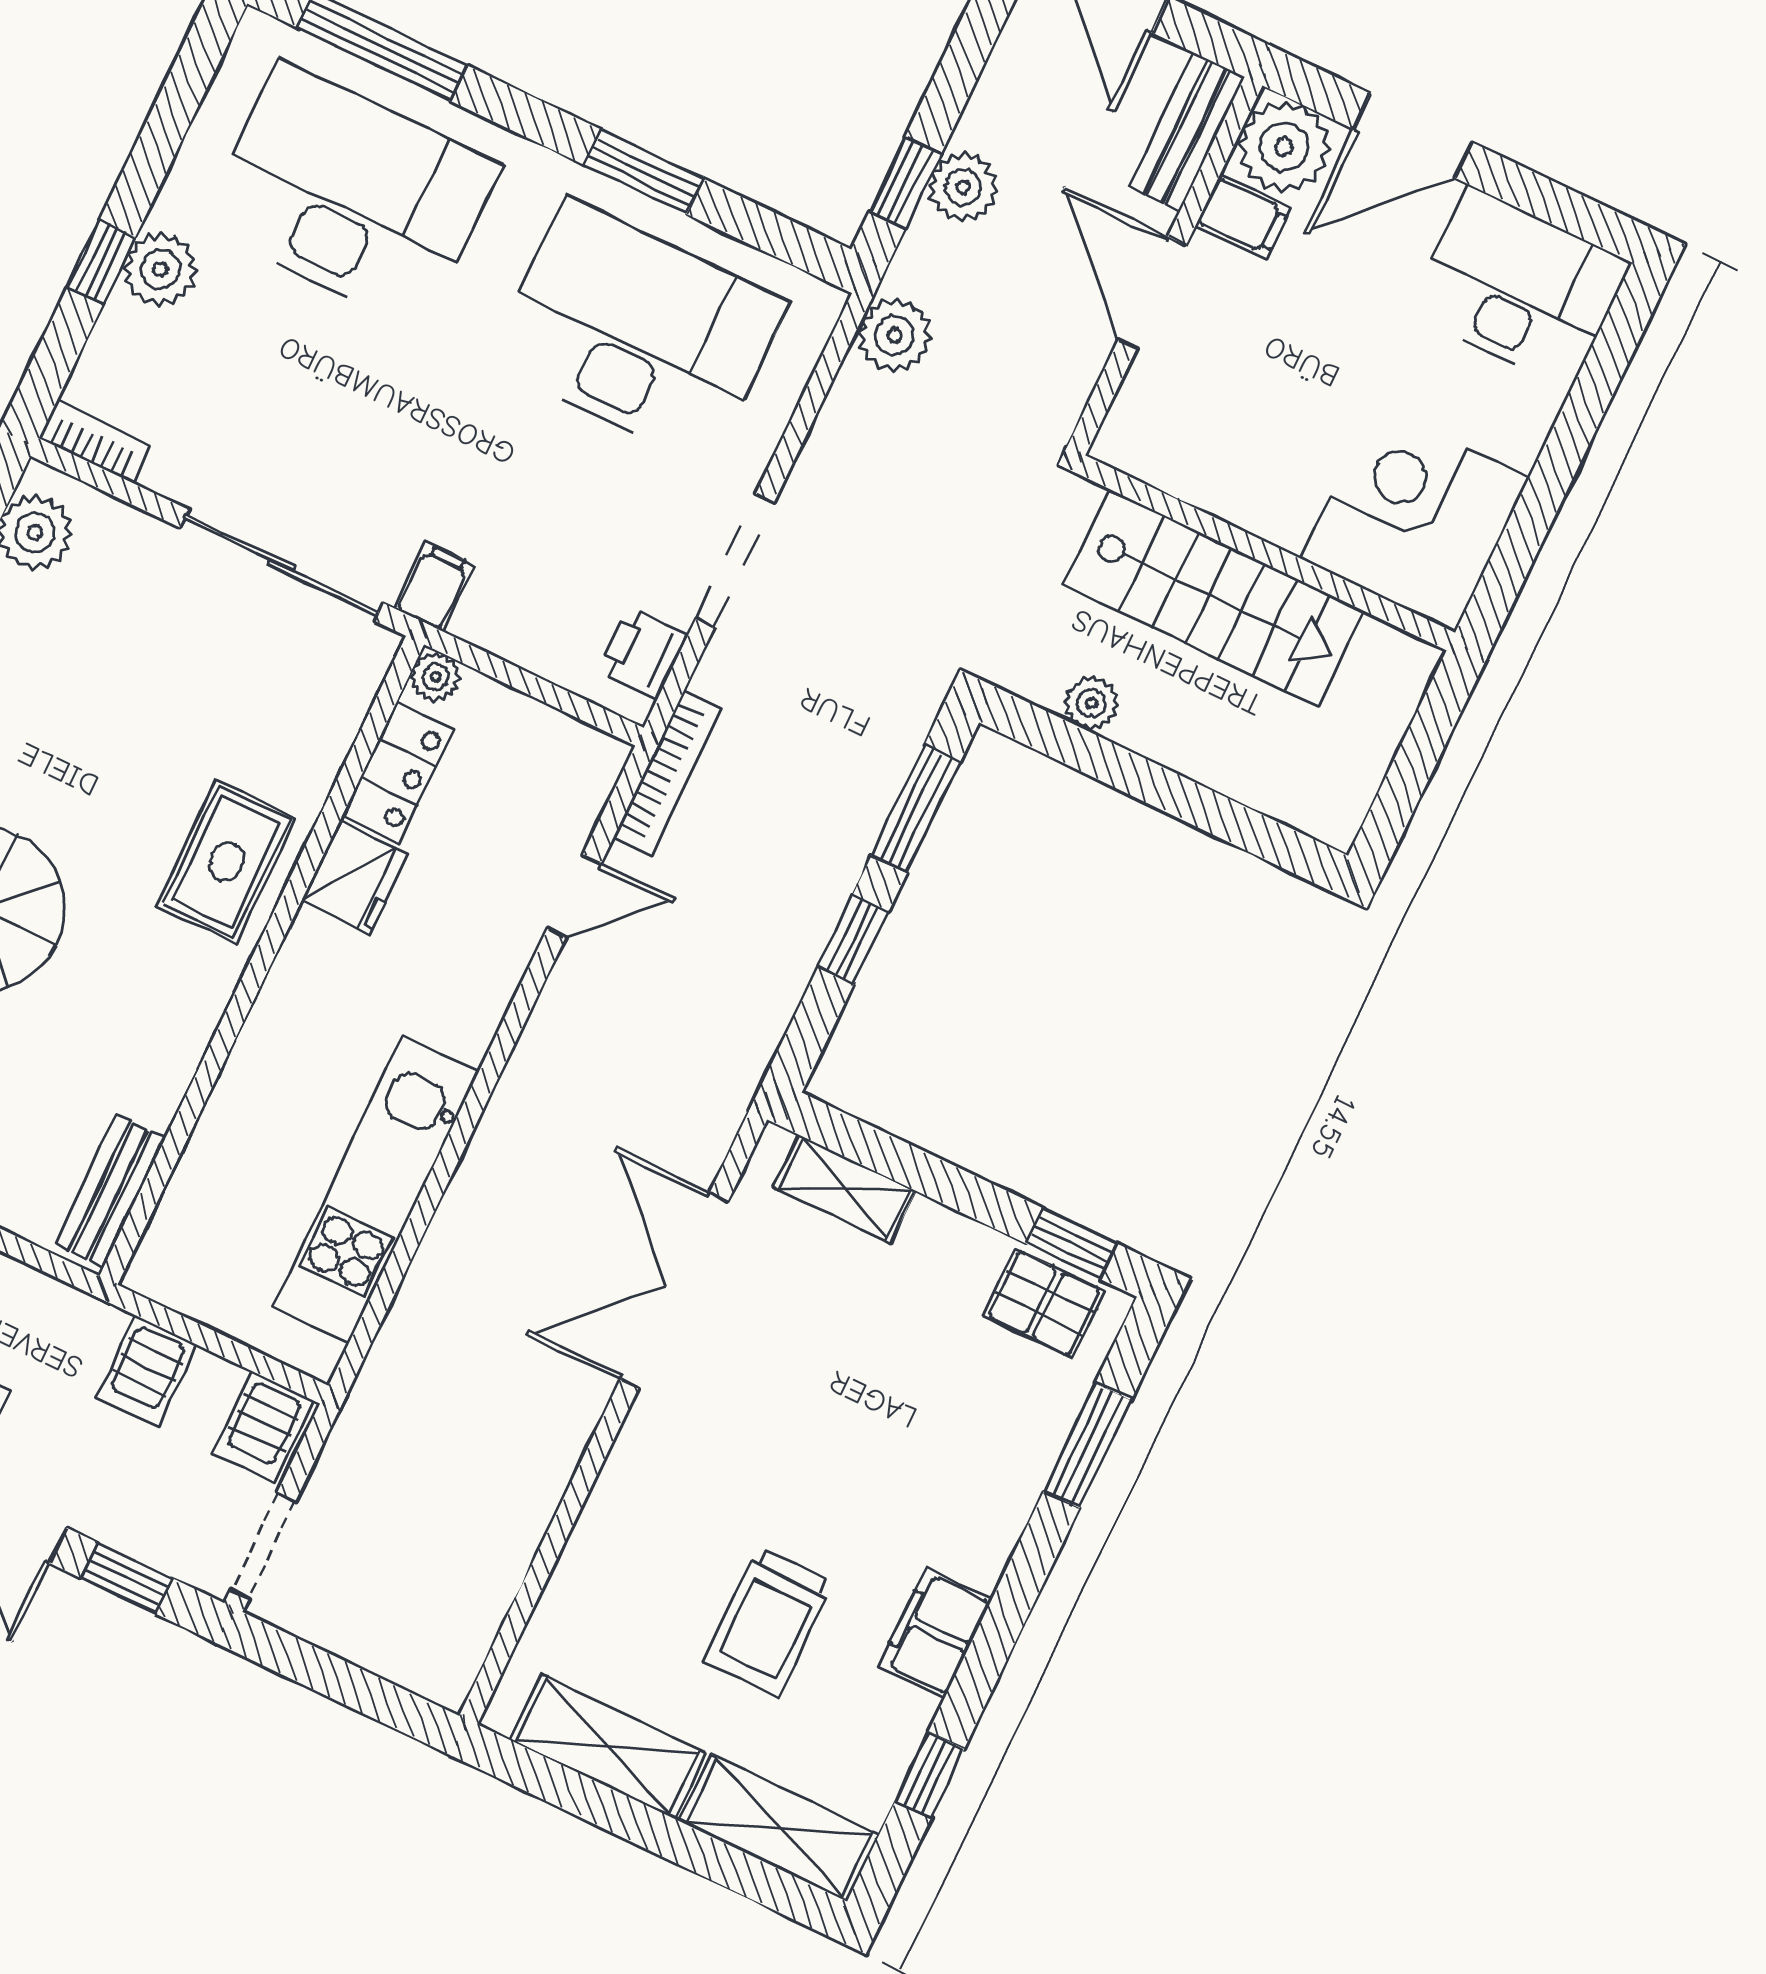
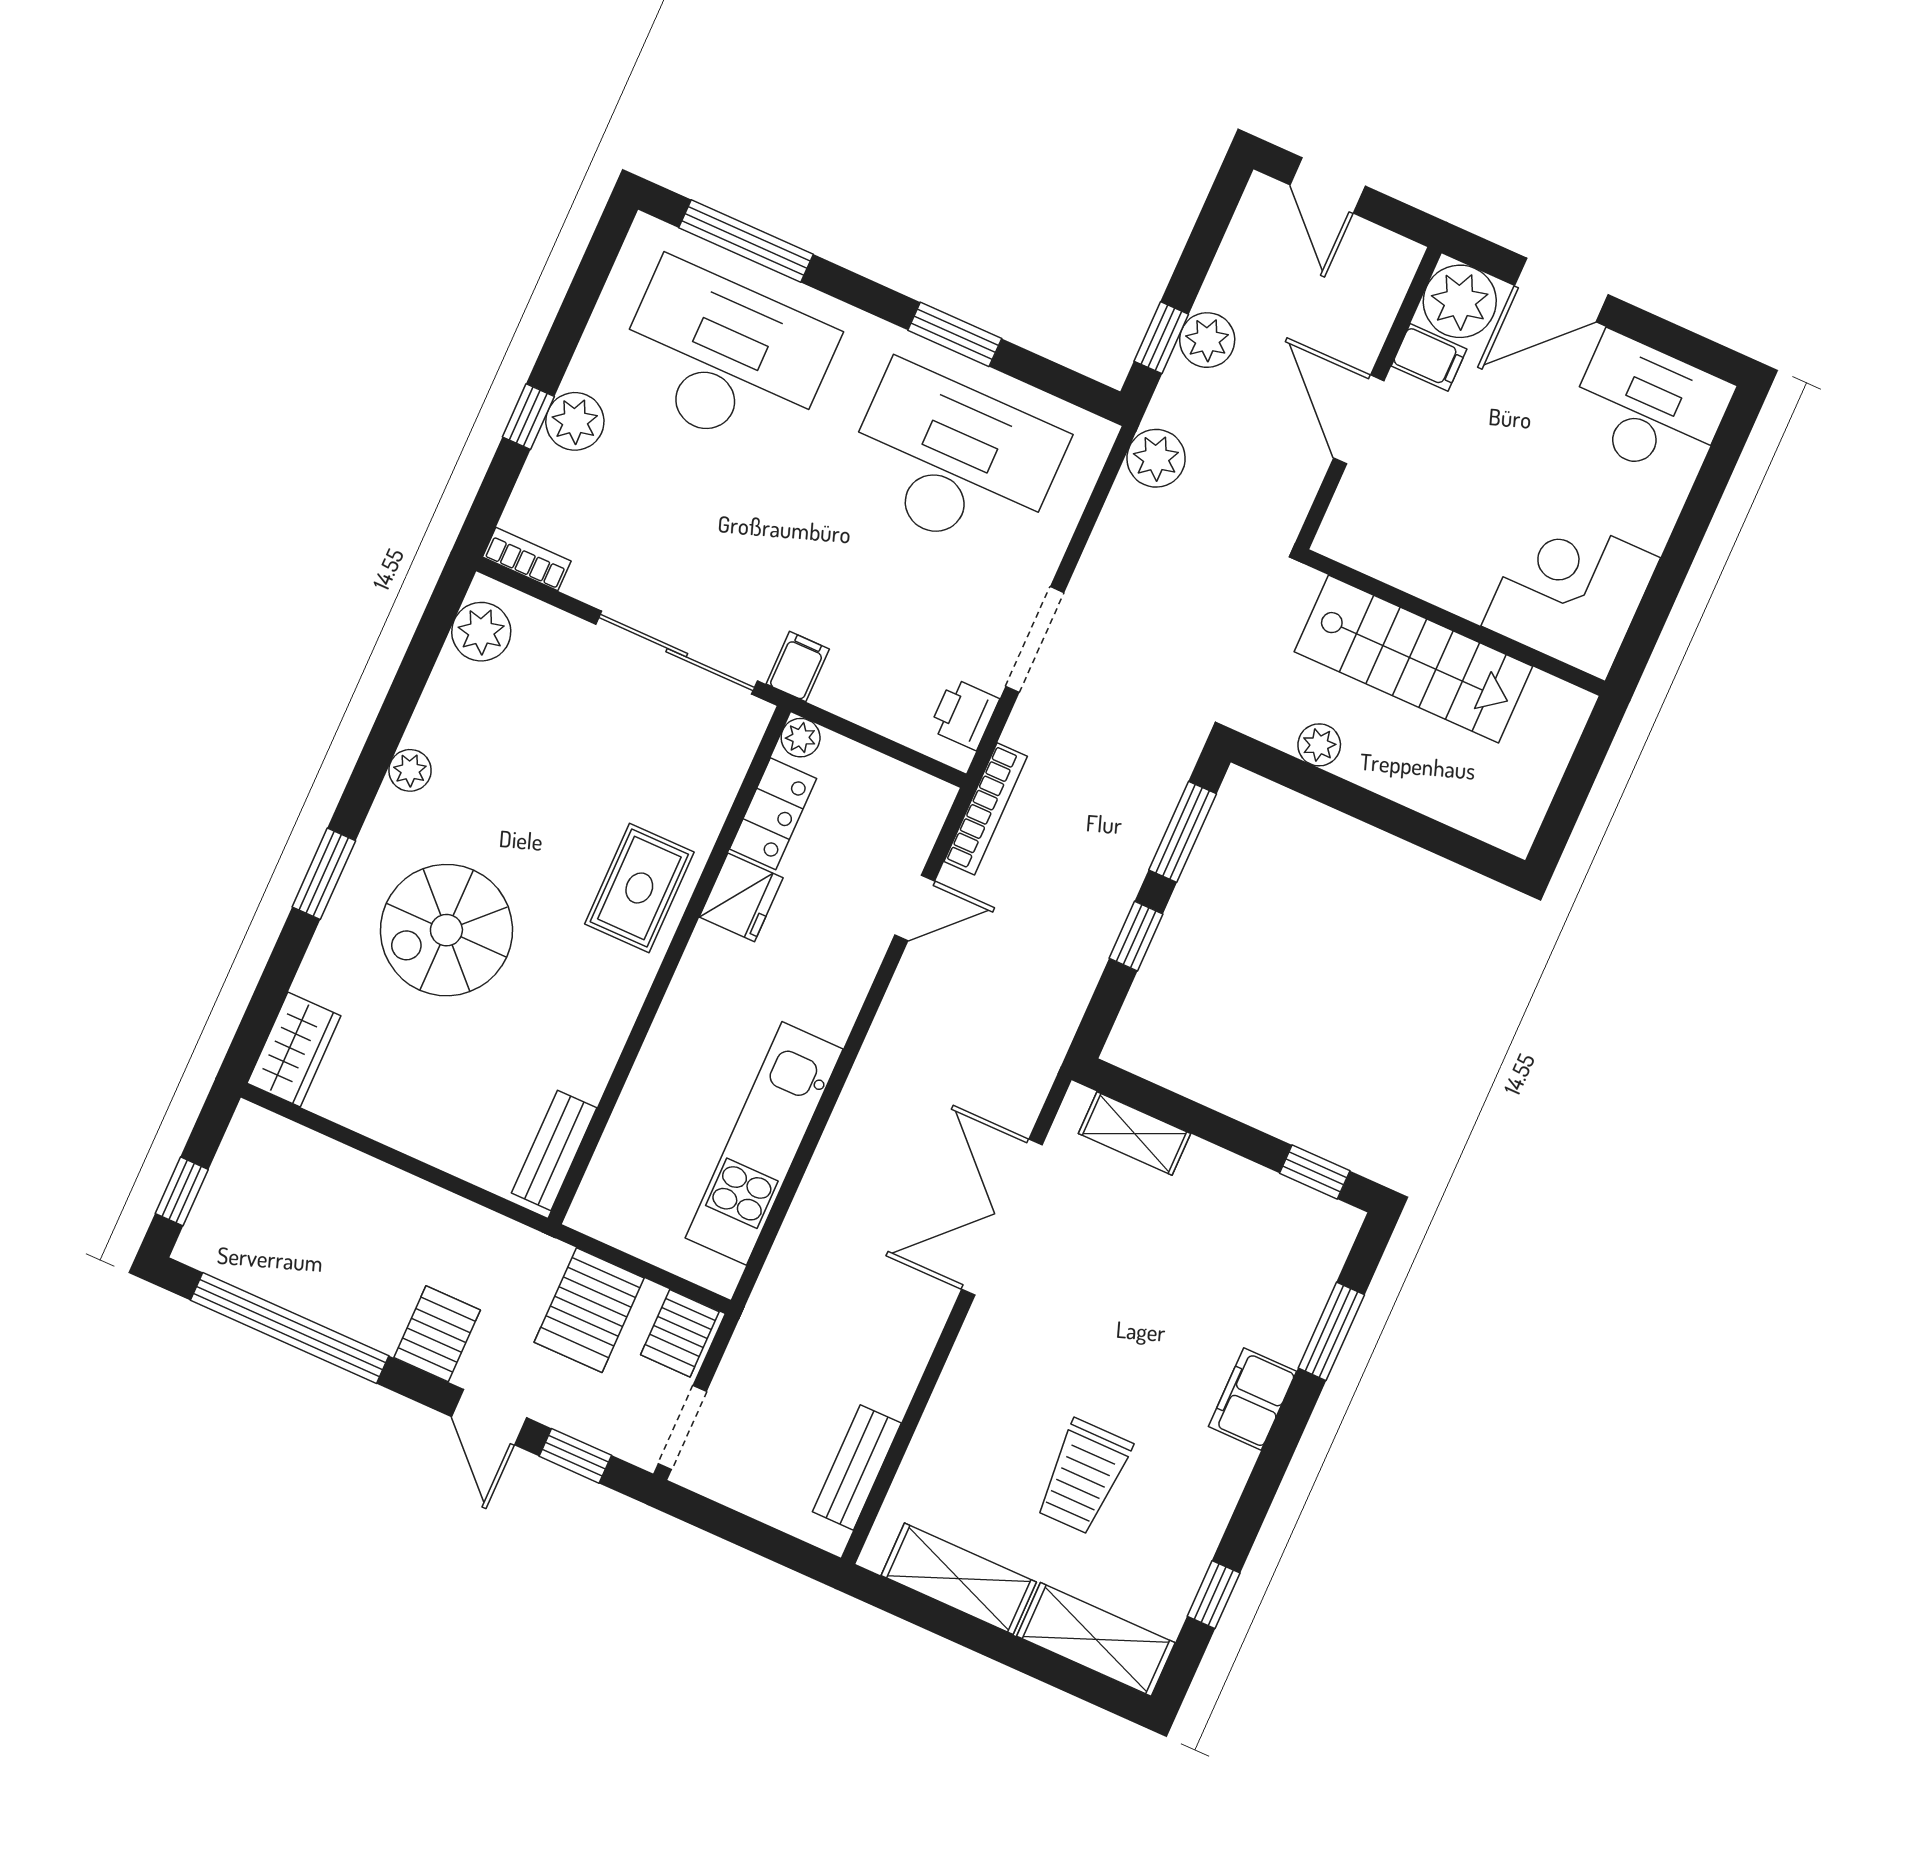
bench: (1187, 132) -> (857, 1467), moved
pallet: (1044, 1303) -> (1294, 1220), removed
server rack: (146, 1371) -> (589, 1310), width x1.36, depth x1.44
filing cabinet: (936, 1633) -> (1253, 1399), moved

